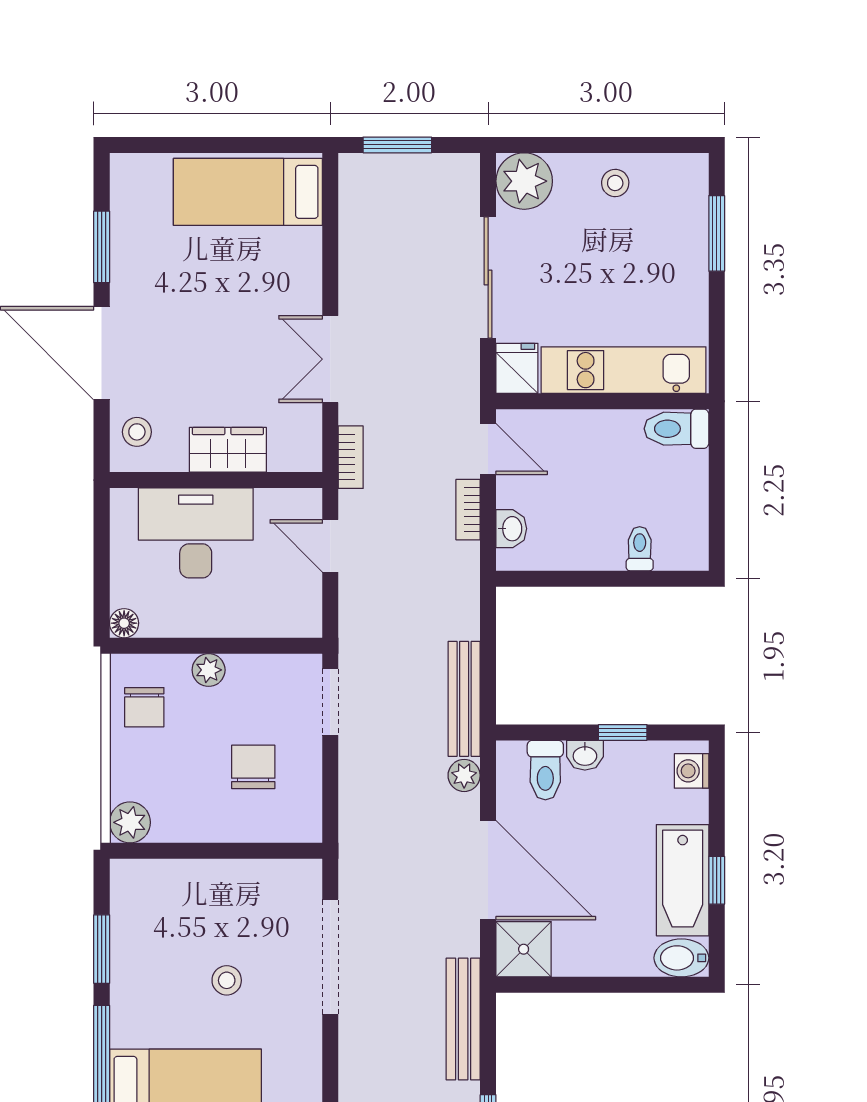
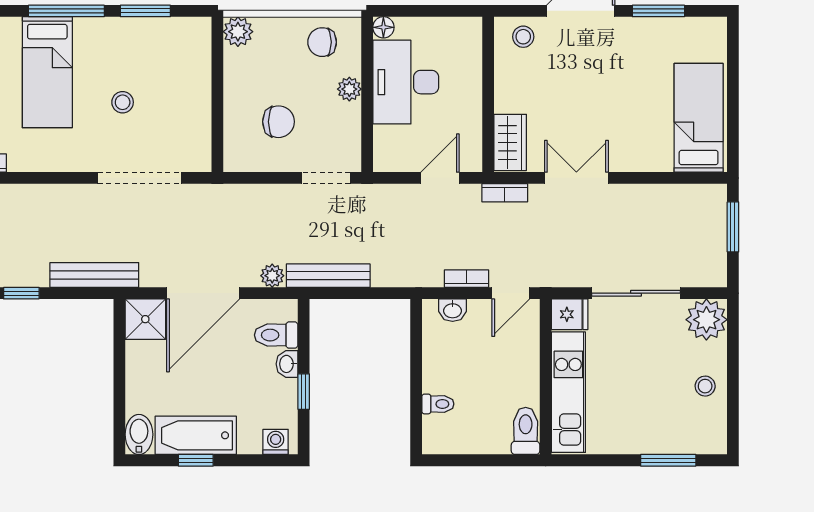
wardrobe: (228, 450) -> (510, 142), moved
desk: (196, 533) -> (406, 82), moved, turned 180

